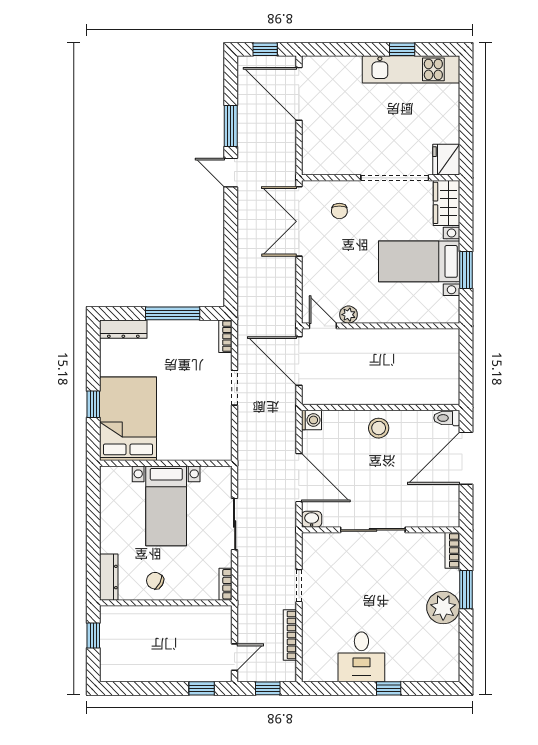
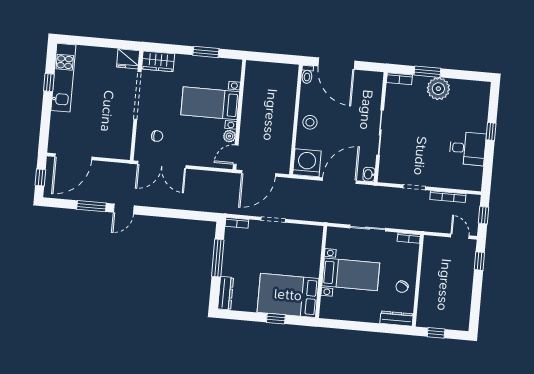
bed with nightstands: (419, 261) -> (210, 103), moved, turned 90
washing machine: (312, 420) -> (307, 163), width x1.89, depth x1.89

